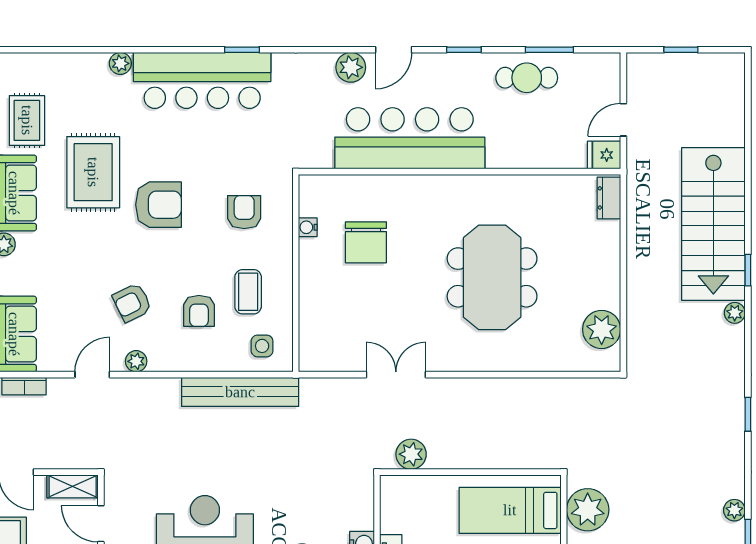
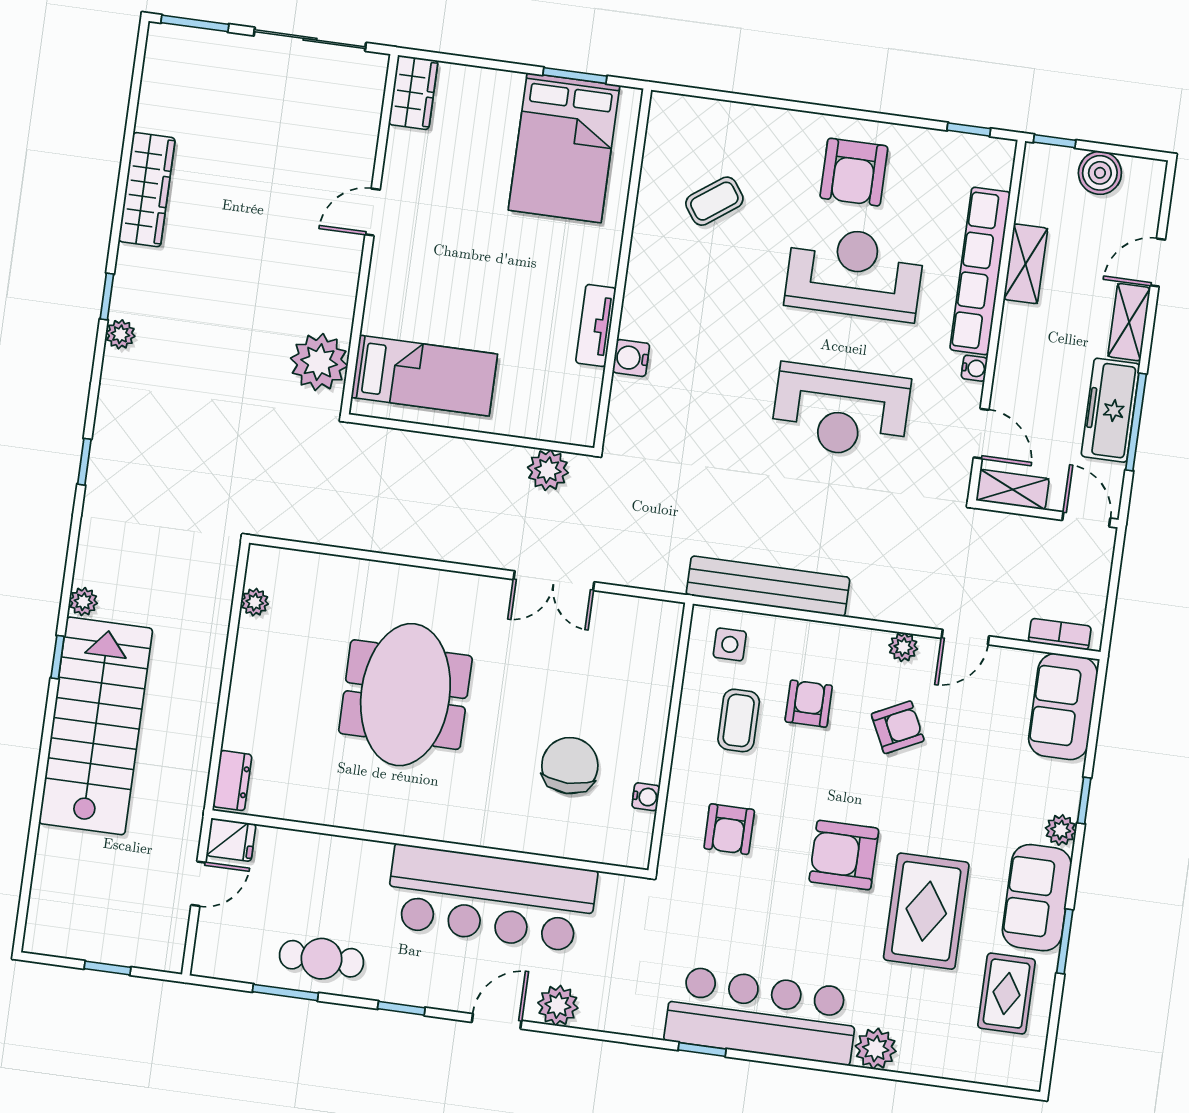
plant: (120, 63) -> (876, 1049), width x1.38, depth x1.38
plant: (602, 329) -> (255, 602), width x0.53, depth x0.53

